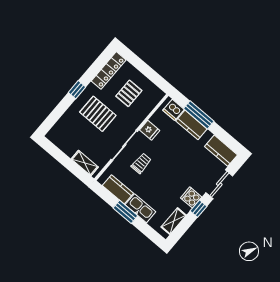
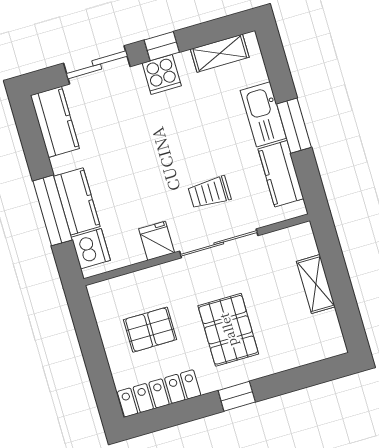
shelving: (85, 163) -> (316, 284), moved

